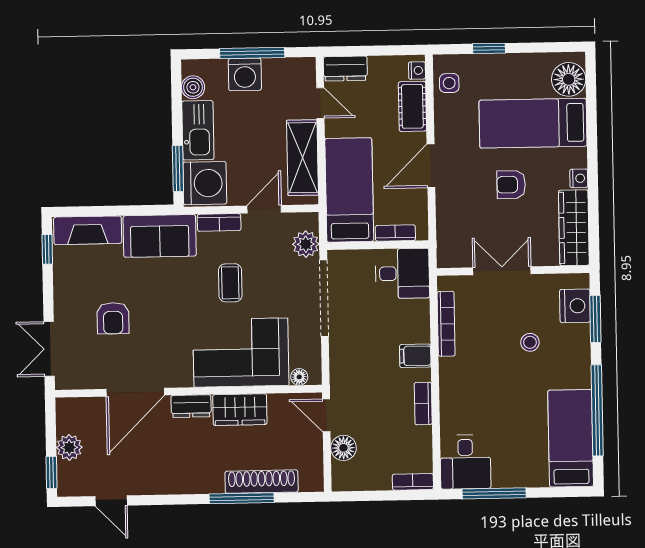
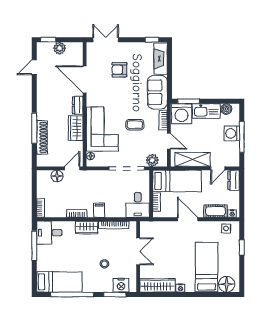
armchair: (511, 185) -> (178, 256), removed
wardrobe: (453, 382) -> (87, 227), added

